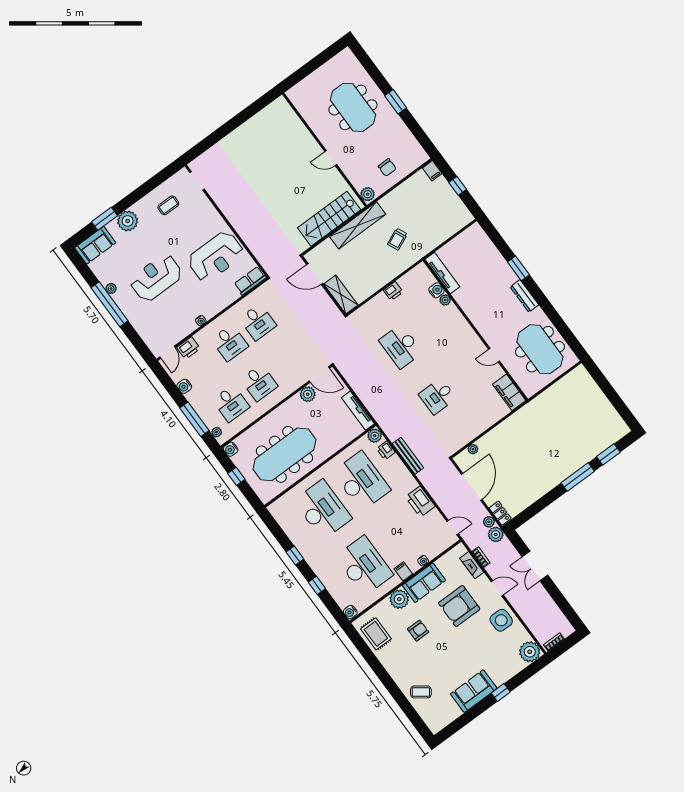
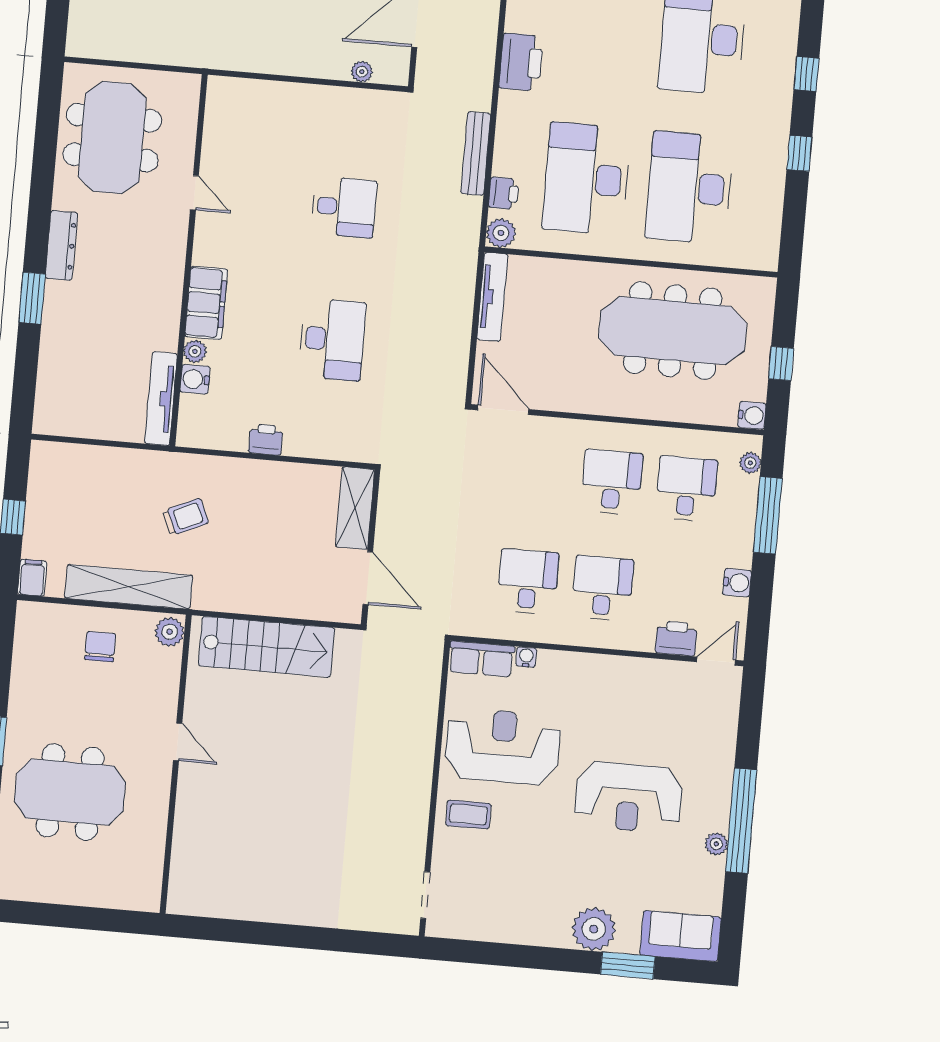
meeting table: (353, 107) -> (70, 792), turned 90
coffee table: (168, 205) -> (468, 815), moved
shelving: (358, 225) -> (129, 587), moved
water cooler: (201, 321) -> (526, 657), moved
filing cabinet: (509, 392) -> (206, 303), moved
plant: (308, 394) -> (550, 395), removed

